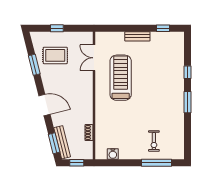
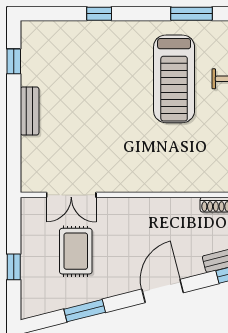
rug: (55, 55) -> (76, 251), moved
treadmill: (121, 78) -> (174, 79), moved, turned -90
window: (188, 102) -> (191, 14), moved

